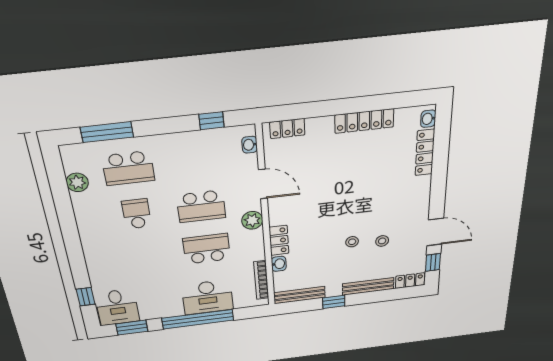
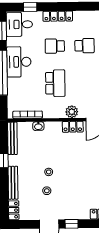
school desk: (201, 206) -> (55, 46), moved, width x0.54
locker: (279, 240) -> (73, 127), moved
locker: (93, 258) -> (58, 16), added
window: (433, 262) -> (72, 224), moved
desk: (207, 297) -> (19, 62), moved

